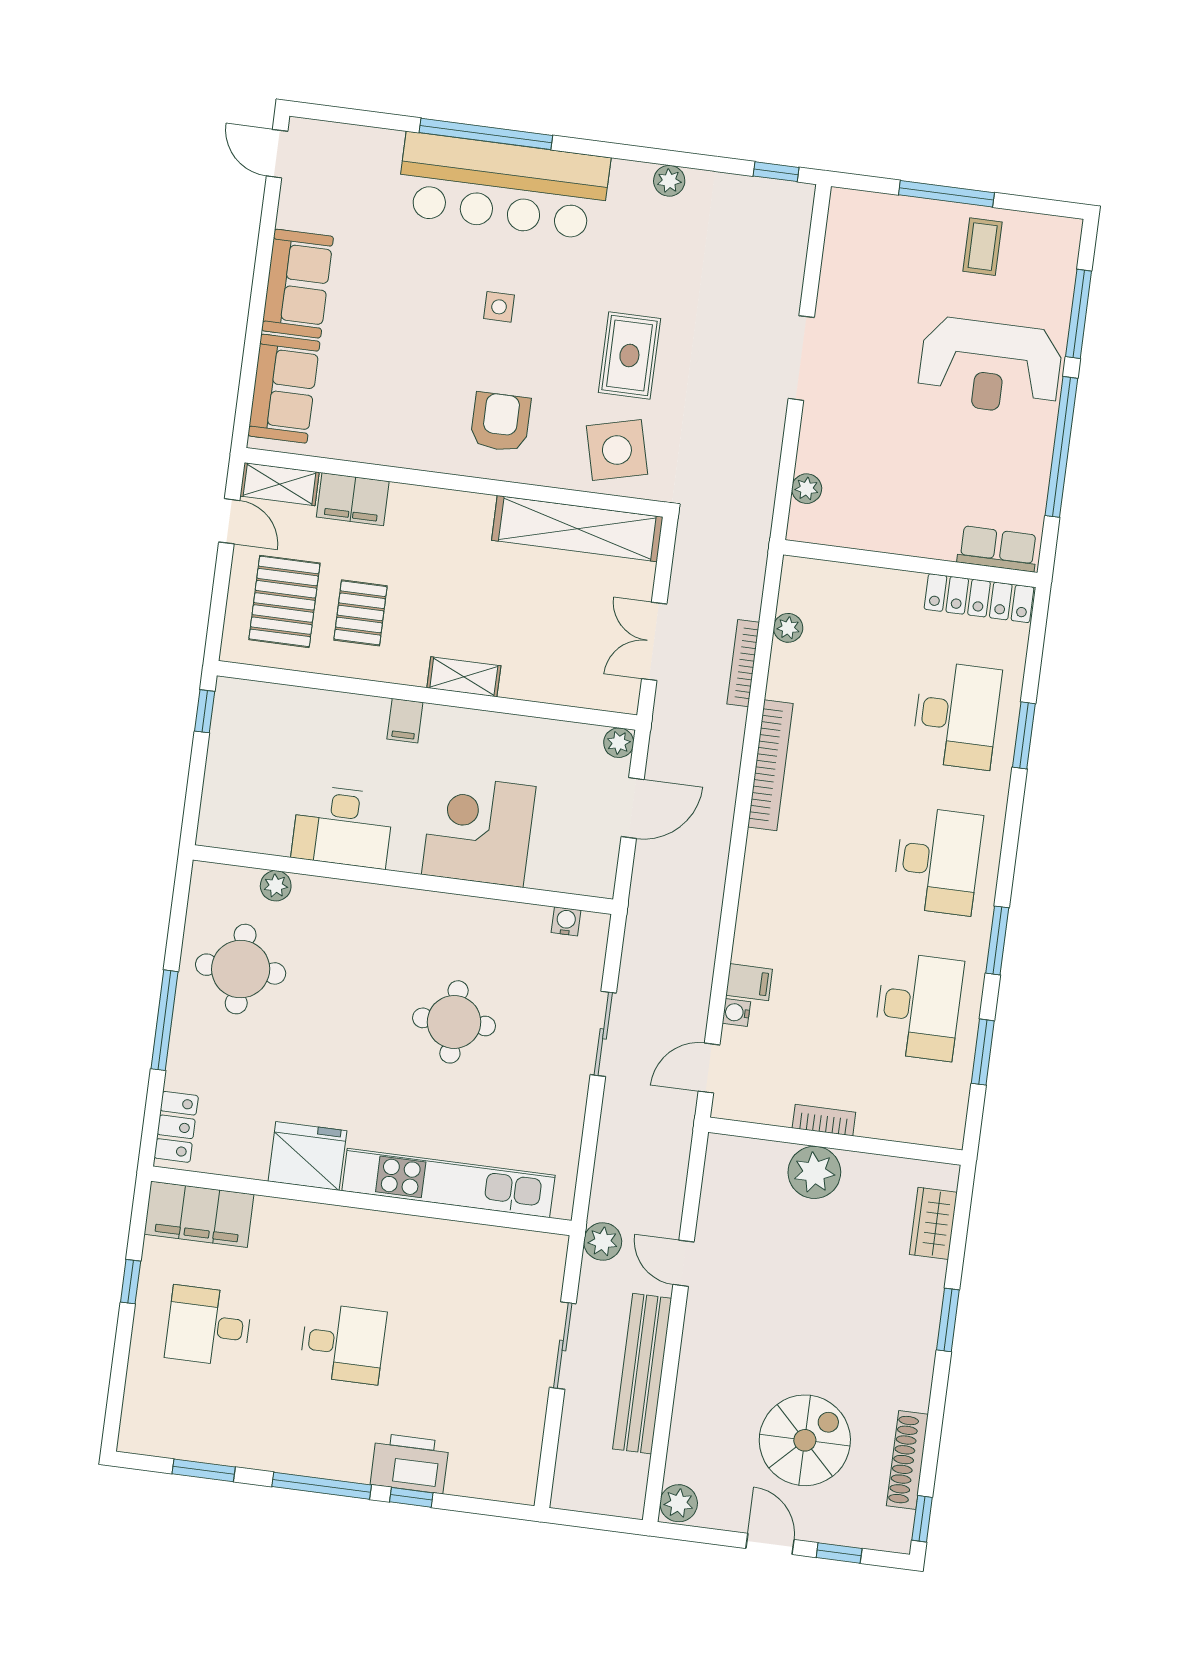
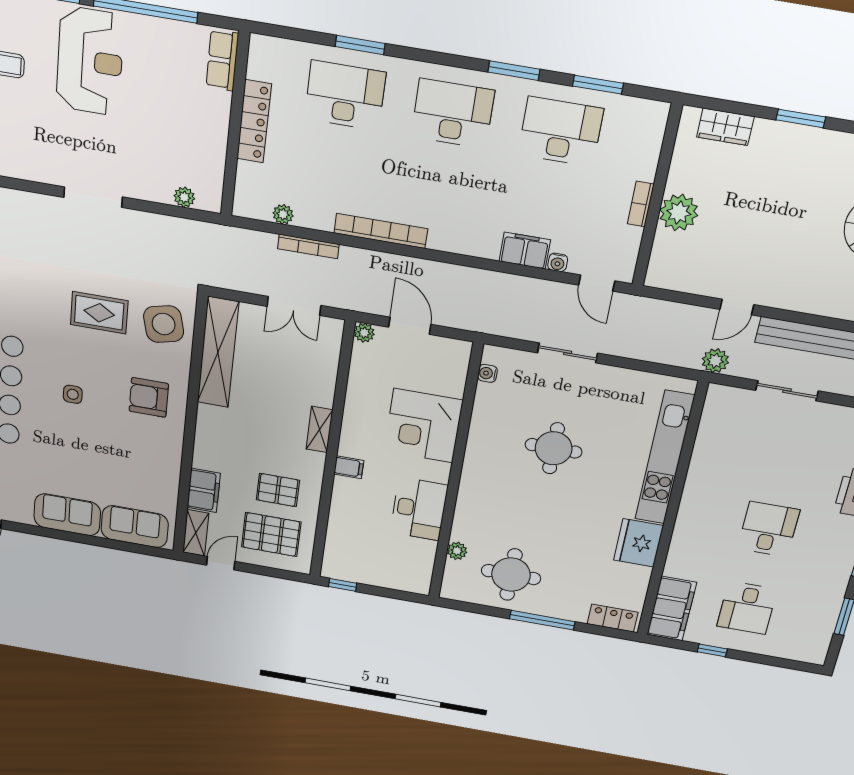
locker: (979, 598) -> (254, 121), moved
filing cabinet: (749, 982) -> (525, 251), width x2.00

